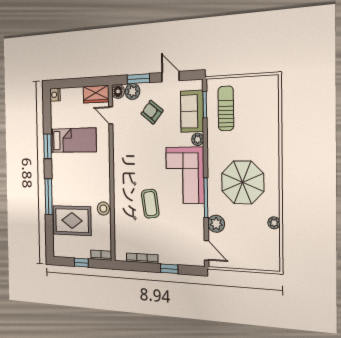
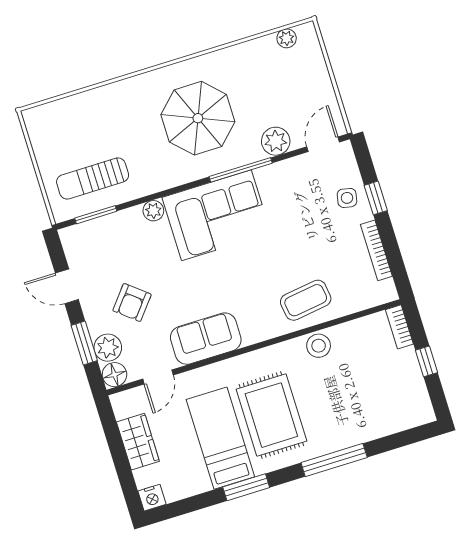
door: (170, 77) -> (67, 286), hinge flipped
wardrobe: (96, 94) -> (138, 442), moved
sofa: (192, 111) -> (206, 339), moved, turned 180
coffee table: (150, 204) -> (306, 300), moved
rug: (72, 221) -> (271, 415), moved
plant: (274, 223) -> (287, 38), moved
side table: (174, 253) -> (347, 198), added

